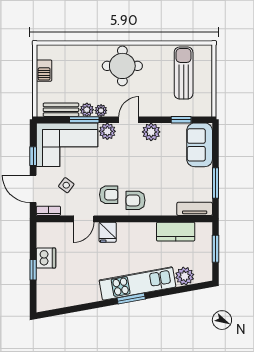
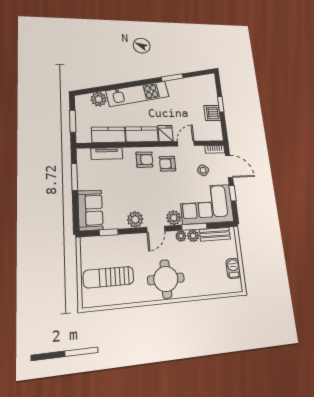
sun lounger: (184, 73) -> (109, 277), turned 90
tv unit: (195, 209) -> (107, 154), moved
kitchen counter: (136, 231) -> (142, 134), added
window: (131, 299) -> (172, 78), moved

